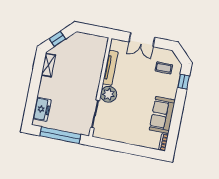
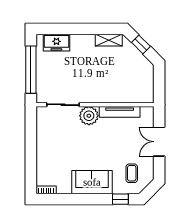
sofa: (162, 115) -> (92, 182), moved

